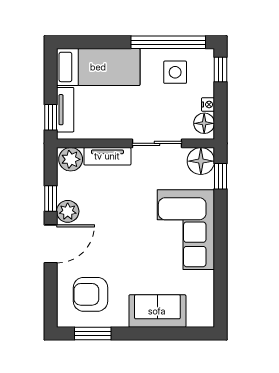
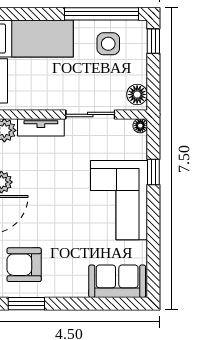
nightstand: (208, 104) -> (141, 76), removed
floor lamp: (201, 161) -> (140, 126), width x0.53, depth x0.53
window: (221, 176) -> (153, 172), moved
sofa: (157, 311) -> (117, 281), moved

